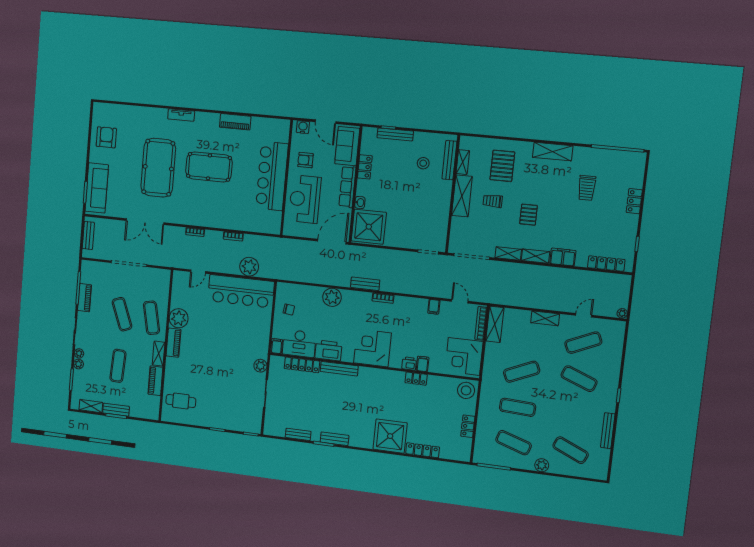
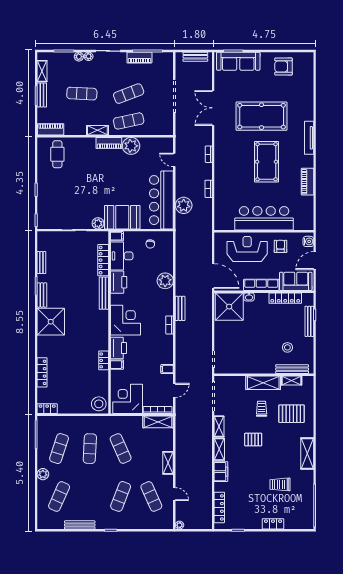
tv unit: (181, 115) -> (309, 138), width x1.41
armchair: (106, 137) -> (284, 66), turned 180
locker: (365, 167) -> (285, 298), width x1.53
booth: (256, 338) -> (122, 217), added
printer: (409, 363) -> (118, 348), width x1.87, depth x1.48
piano: (155, 381) -> (51, 129), moved
locker: (468, 426) -> (47, 409), moved
shower: (390, 436) -> (51, 322), moved

